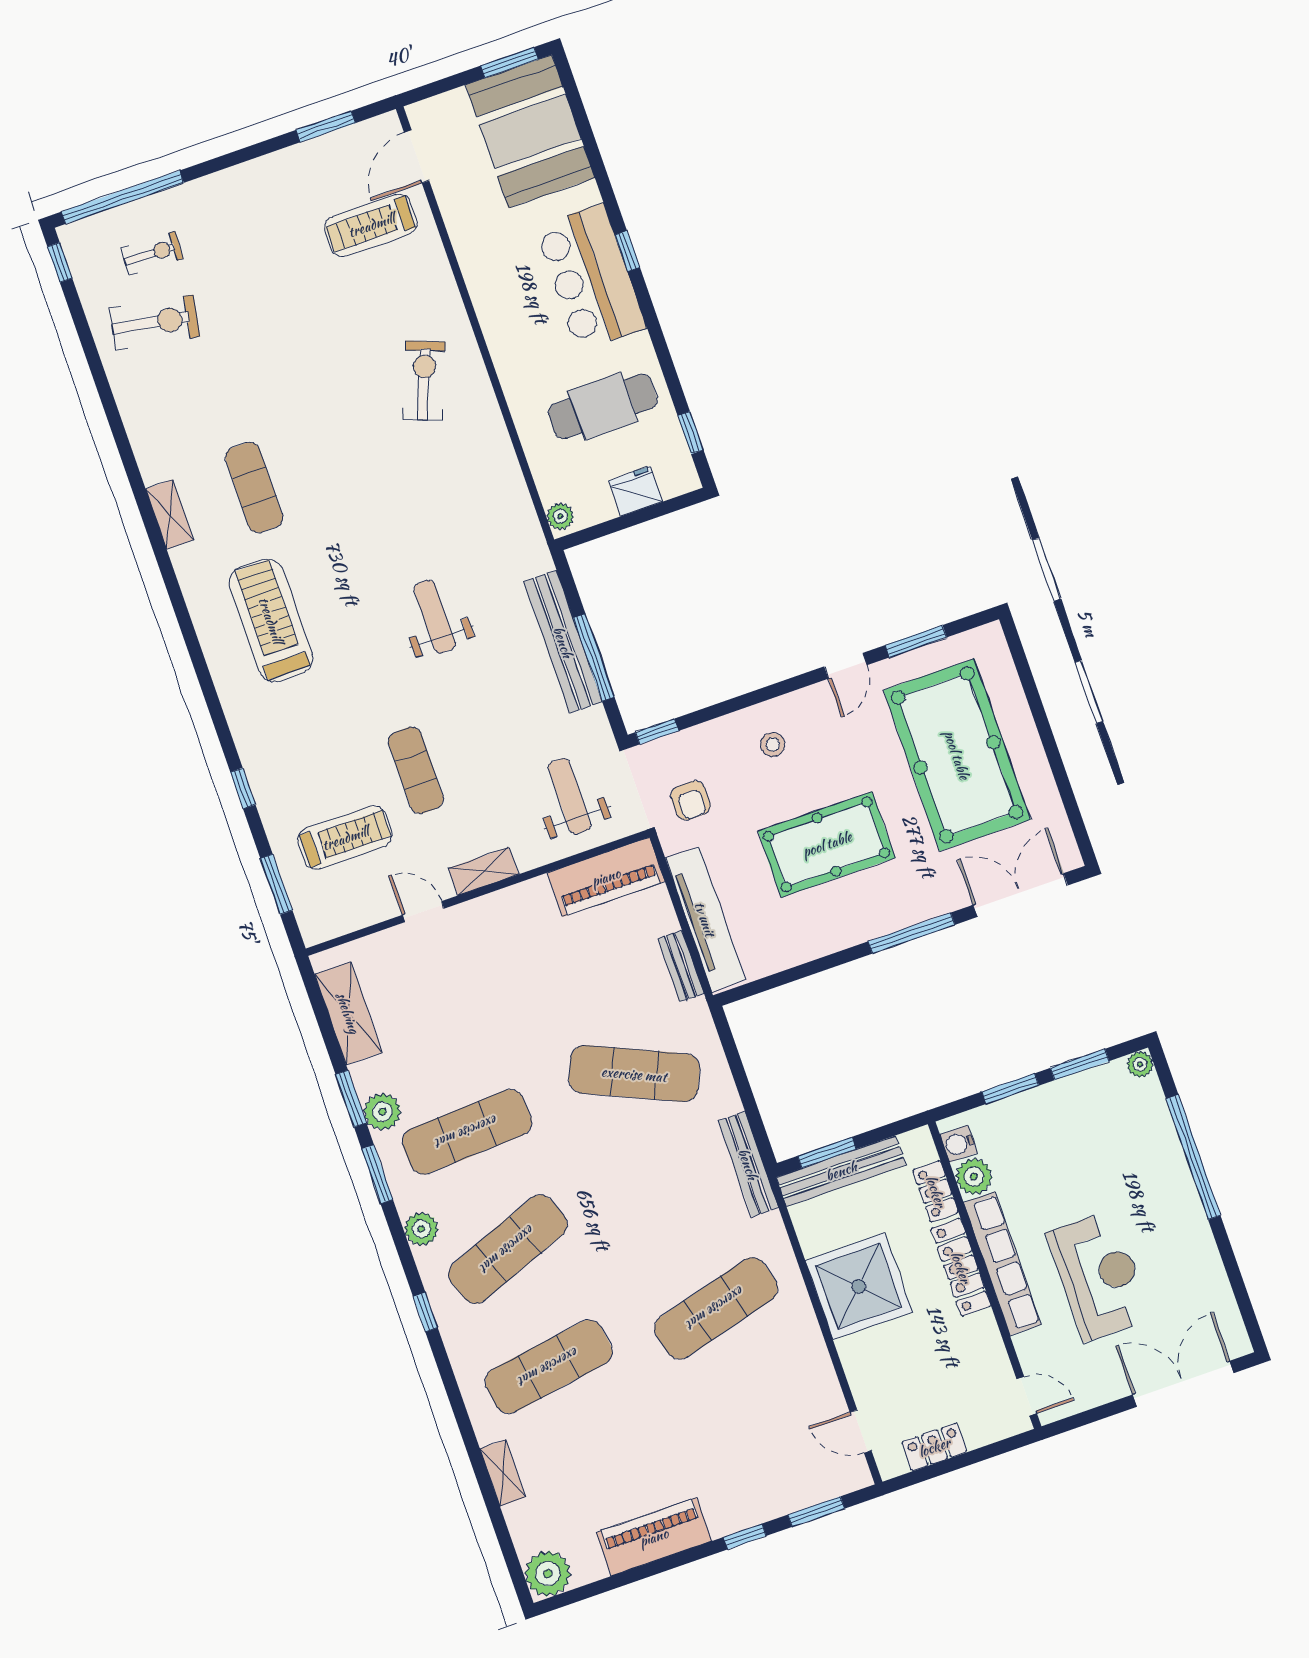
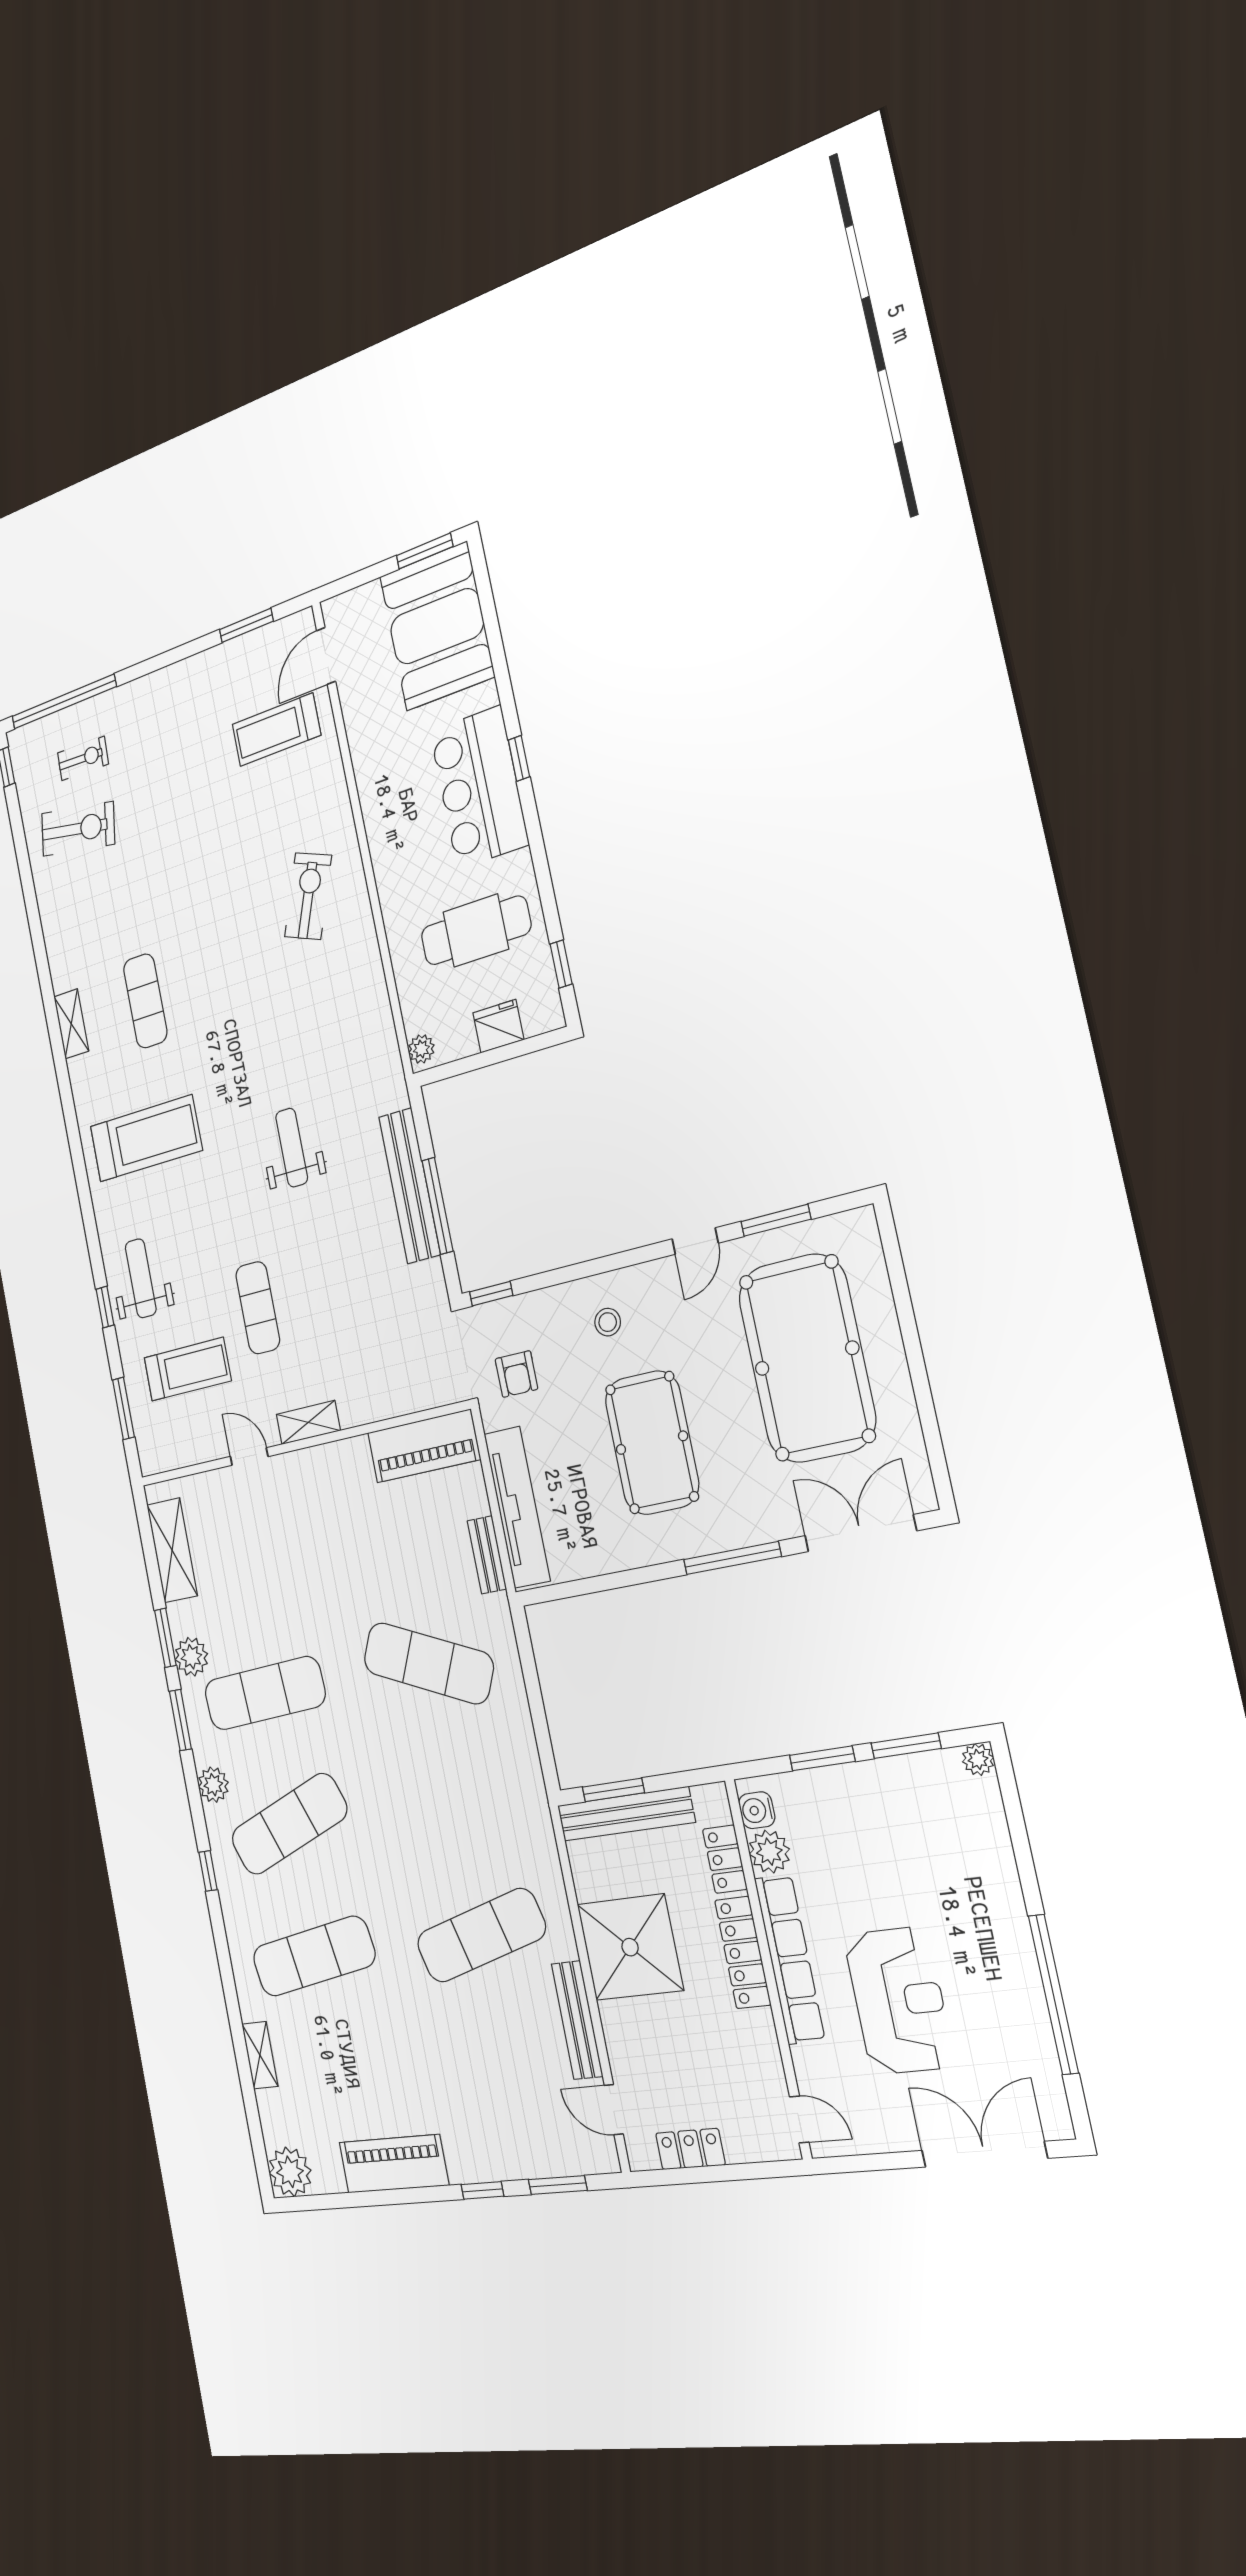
treadmill: (271, 620) -> (146, 1138), turned 90
weight bench: (570, 796) -> (141, 1278), moved
pool table: (827, 844) -> (652, 1443), turned 90
window: (1193, 1157) -> (1053, 1994), moved
bench: (748, 1164) -> (577, 2020), moved

